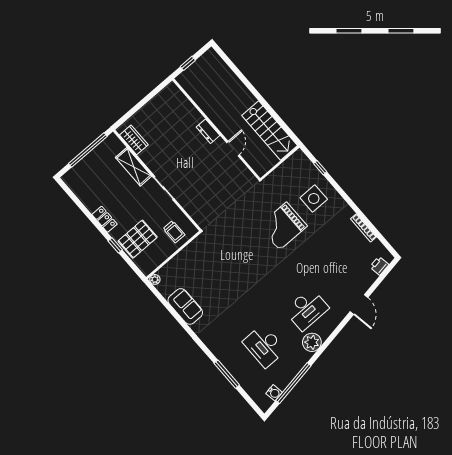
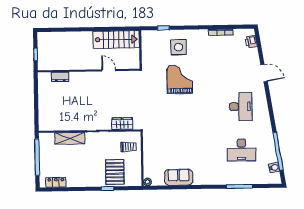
dresser: (208, 131) -> (60, 77), moved
wardrobe: (134, 140) -> (122, 124), moved
locker: (105, 219) -> (56, 182), moved
grand piano: (283, 226) -> (180, 79), turned 180
plant: (312, 342) -> (263, 120), removed

